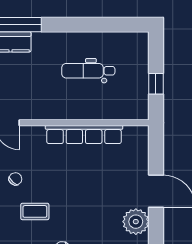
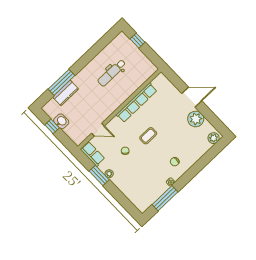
window: (156, 84) -> (137, 41), moved
coffee table: (35, 211) -> (148, 136), moved

